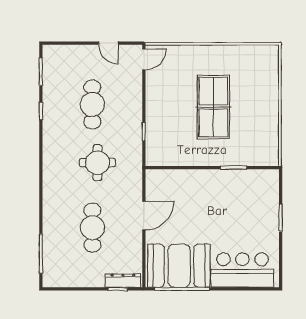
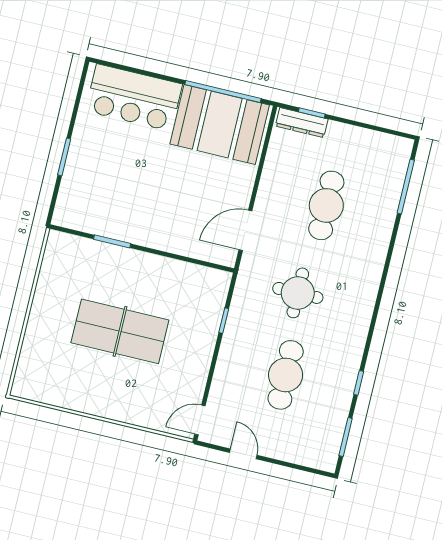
table tennis table: (213, 107) -> (120, 331), turned 90
door: (144, 216) -> (245, 230), moved

